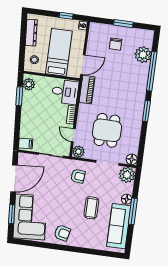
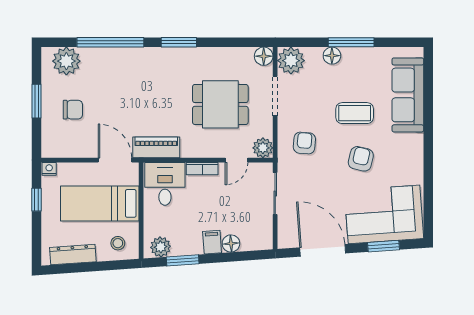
plant: (143, 55) -> (66, 61), moved
floor lamp: (25, 126) -> (231, 243), added
filing cabinet: (26, 143) -> (212, 242), moved
sofa: (119, 226) -> (408, 95), moved, turned 90
armchair: (62, 233) -> (361, 159), moved

